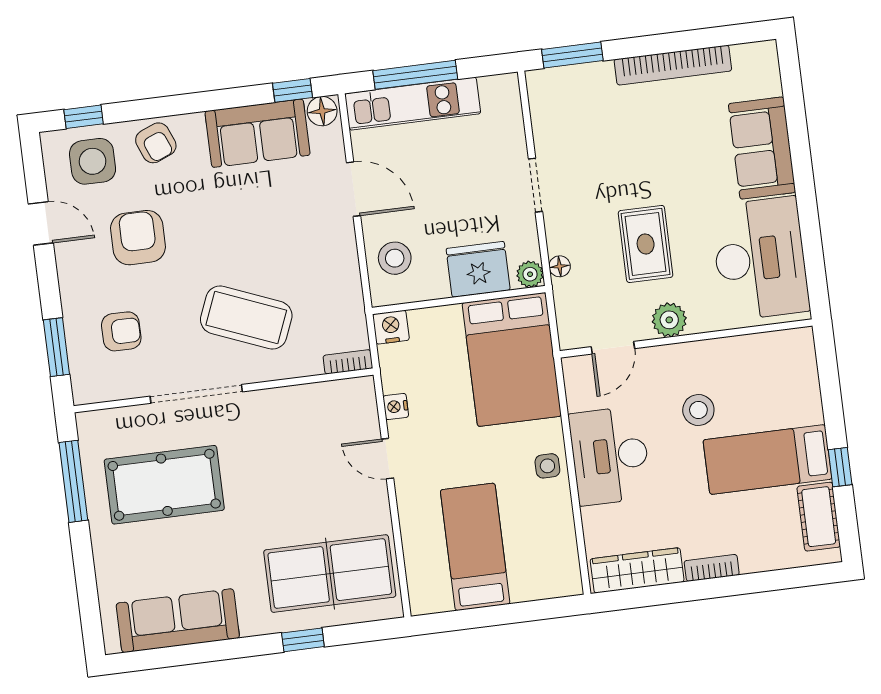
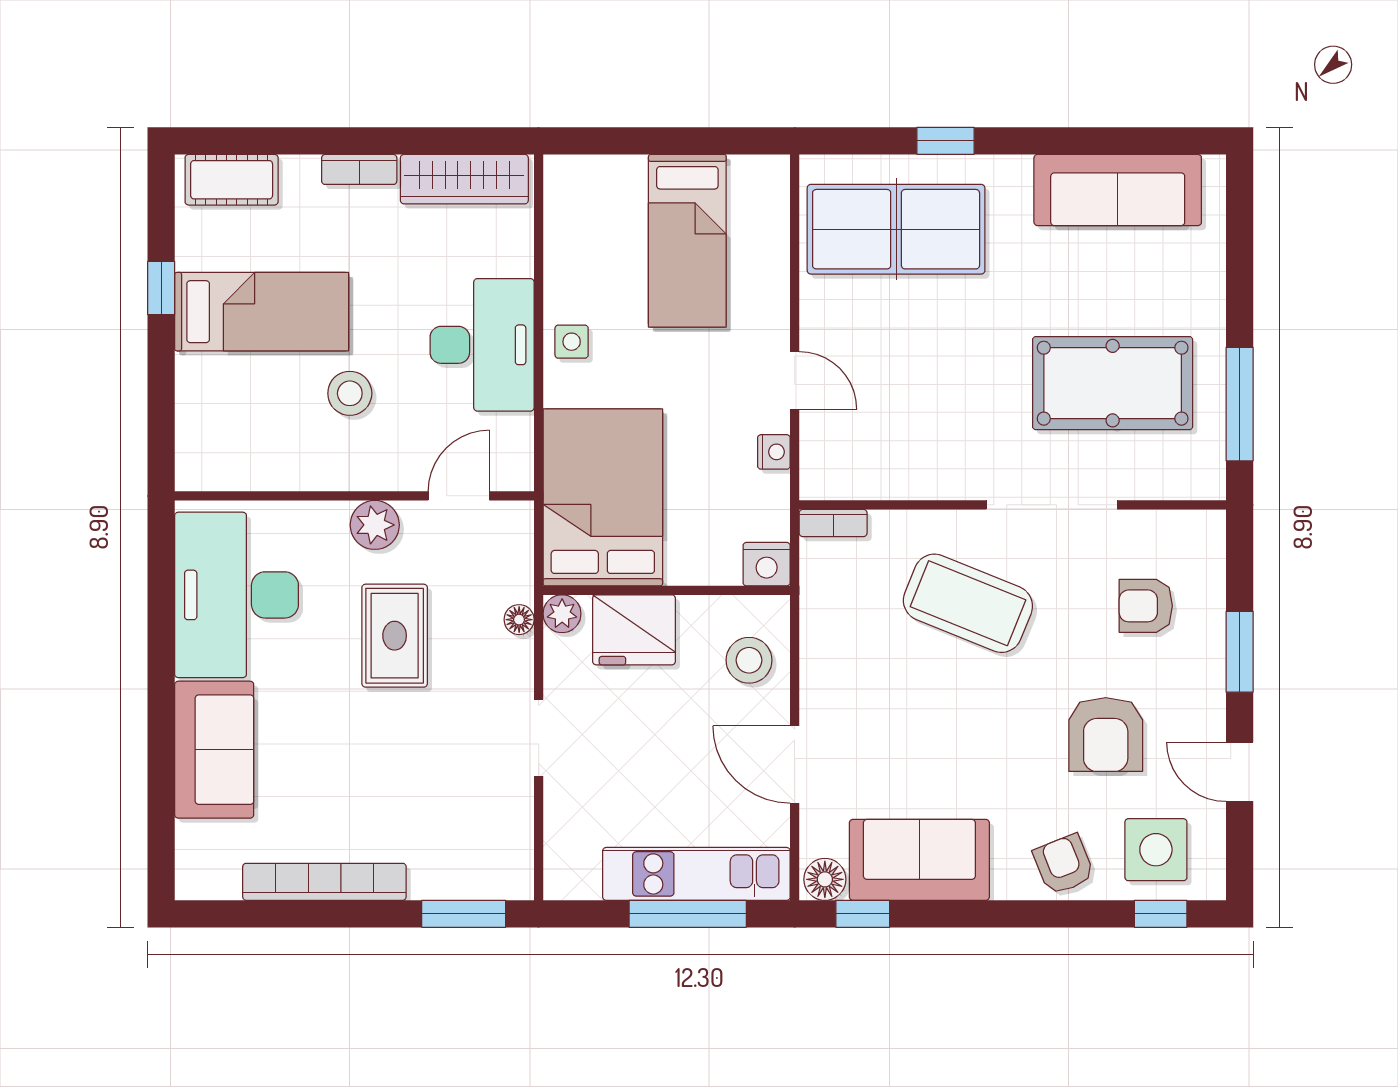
window: (56, 347) -> (1240, 652), moved
cot: (819, 517) -> (232, 180), moved, turned 90

